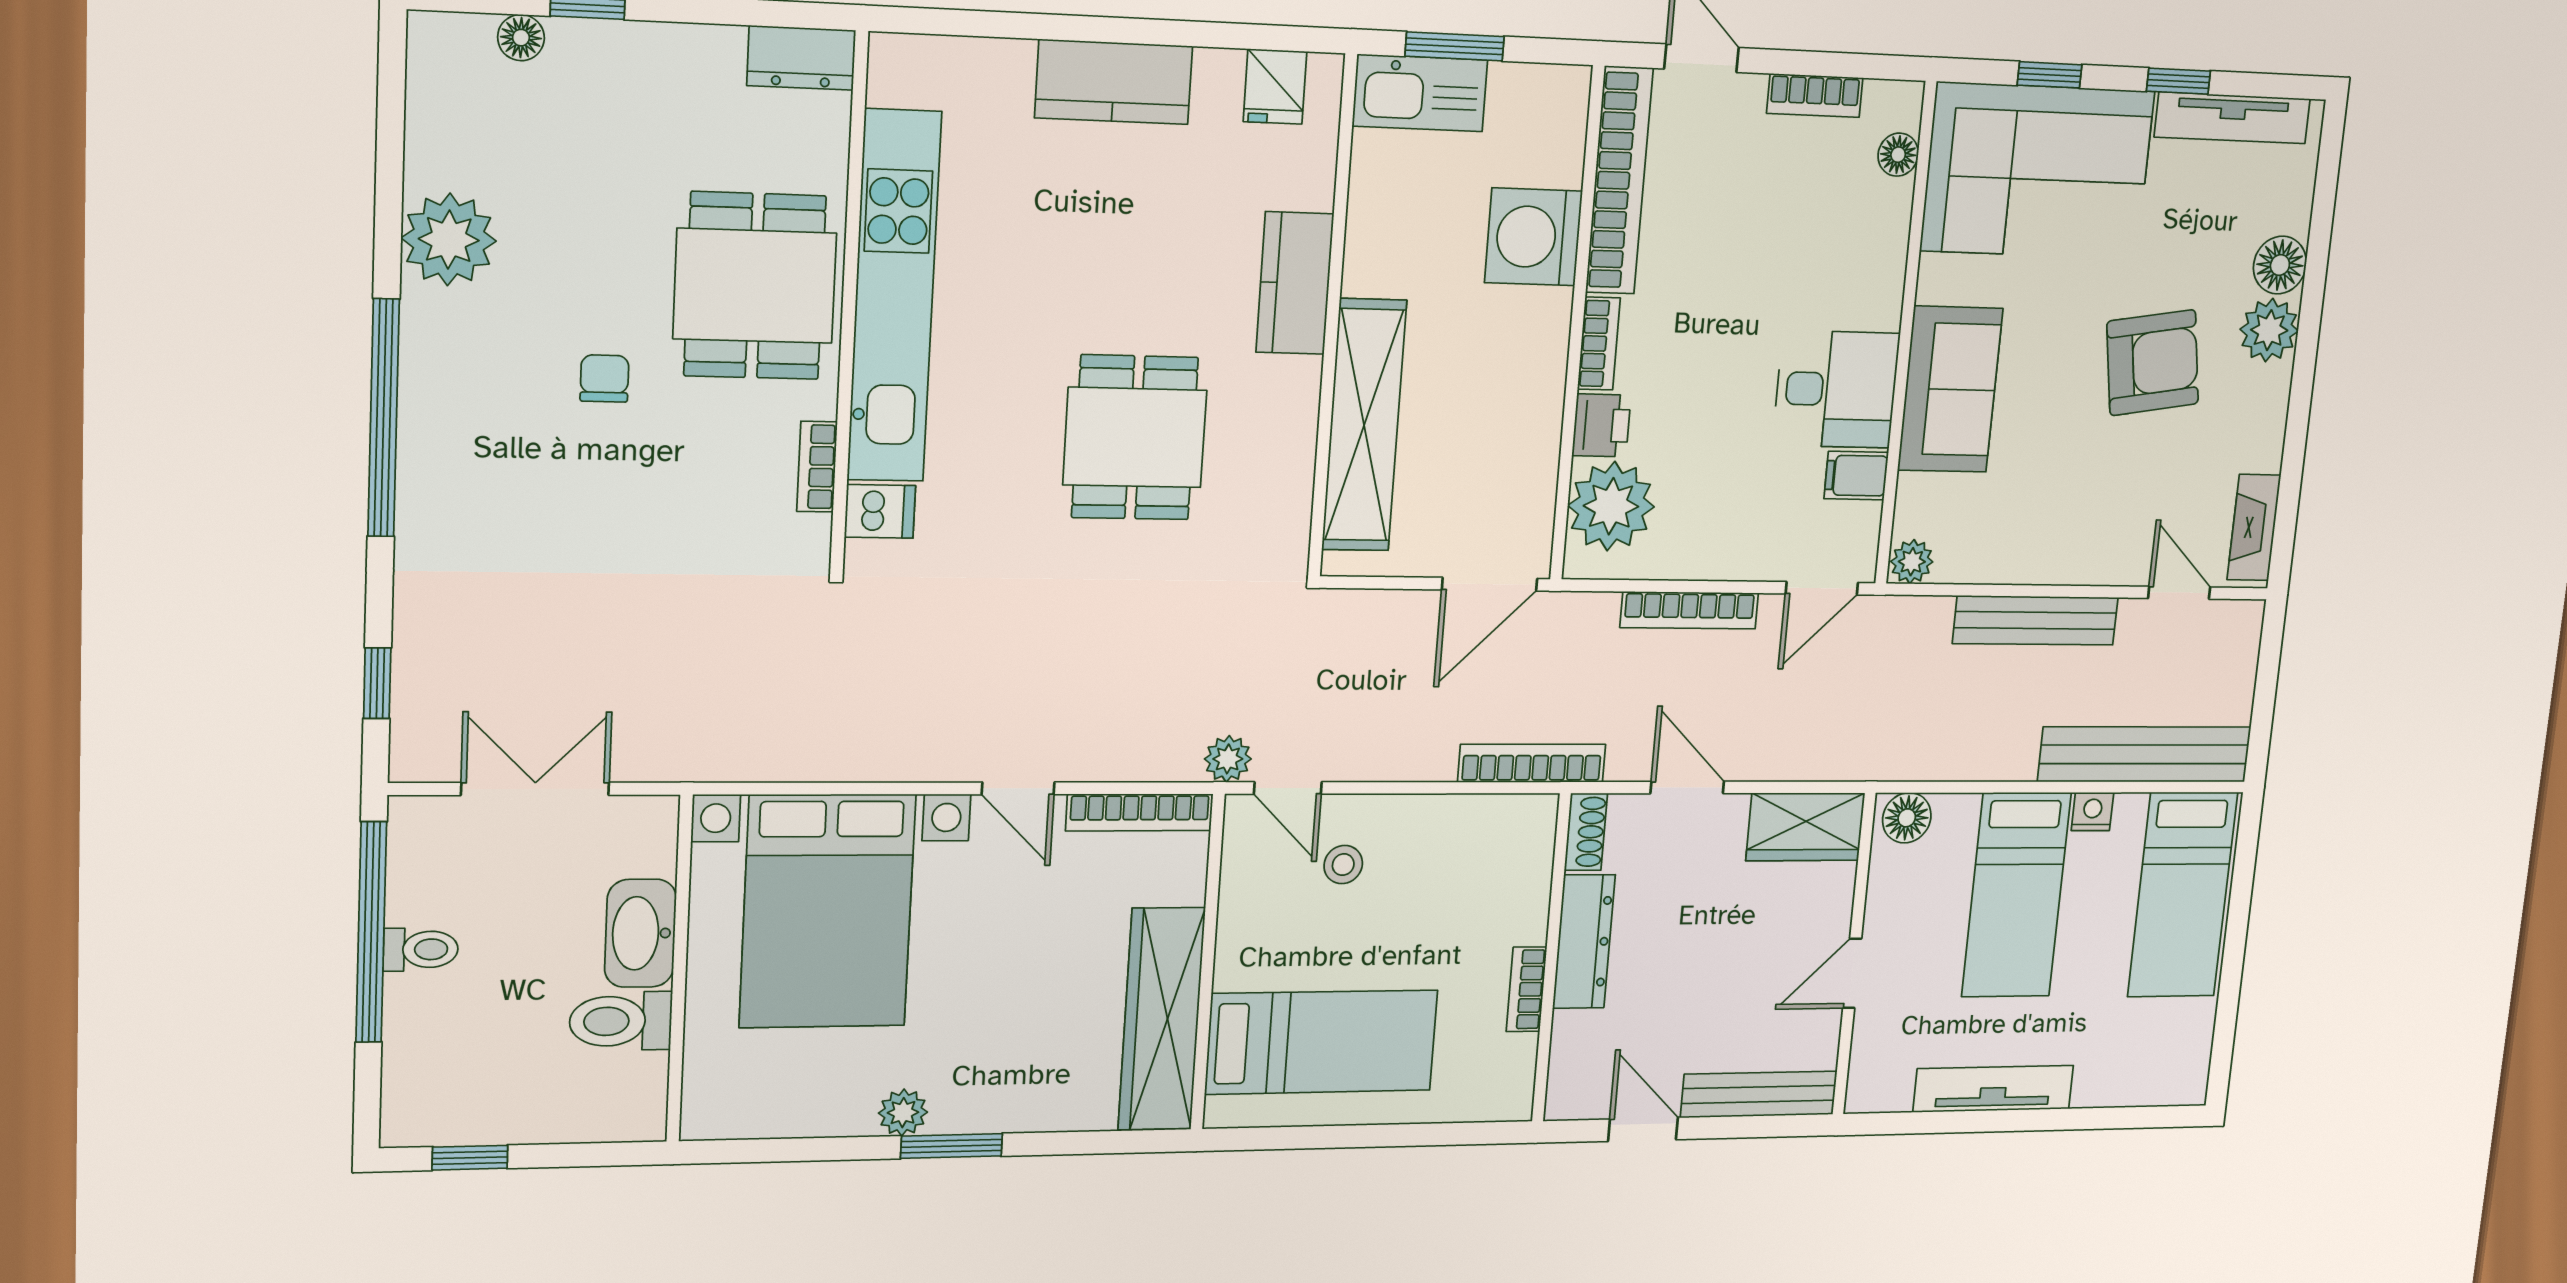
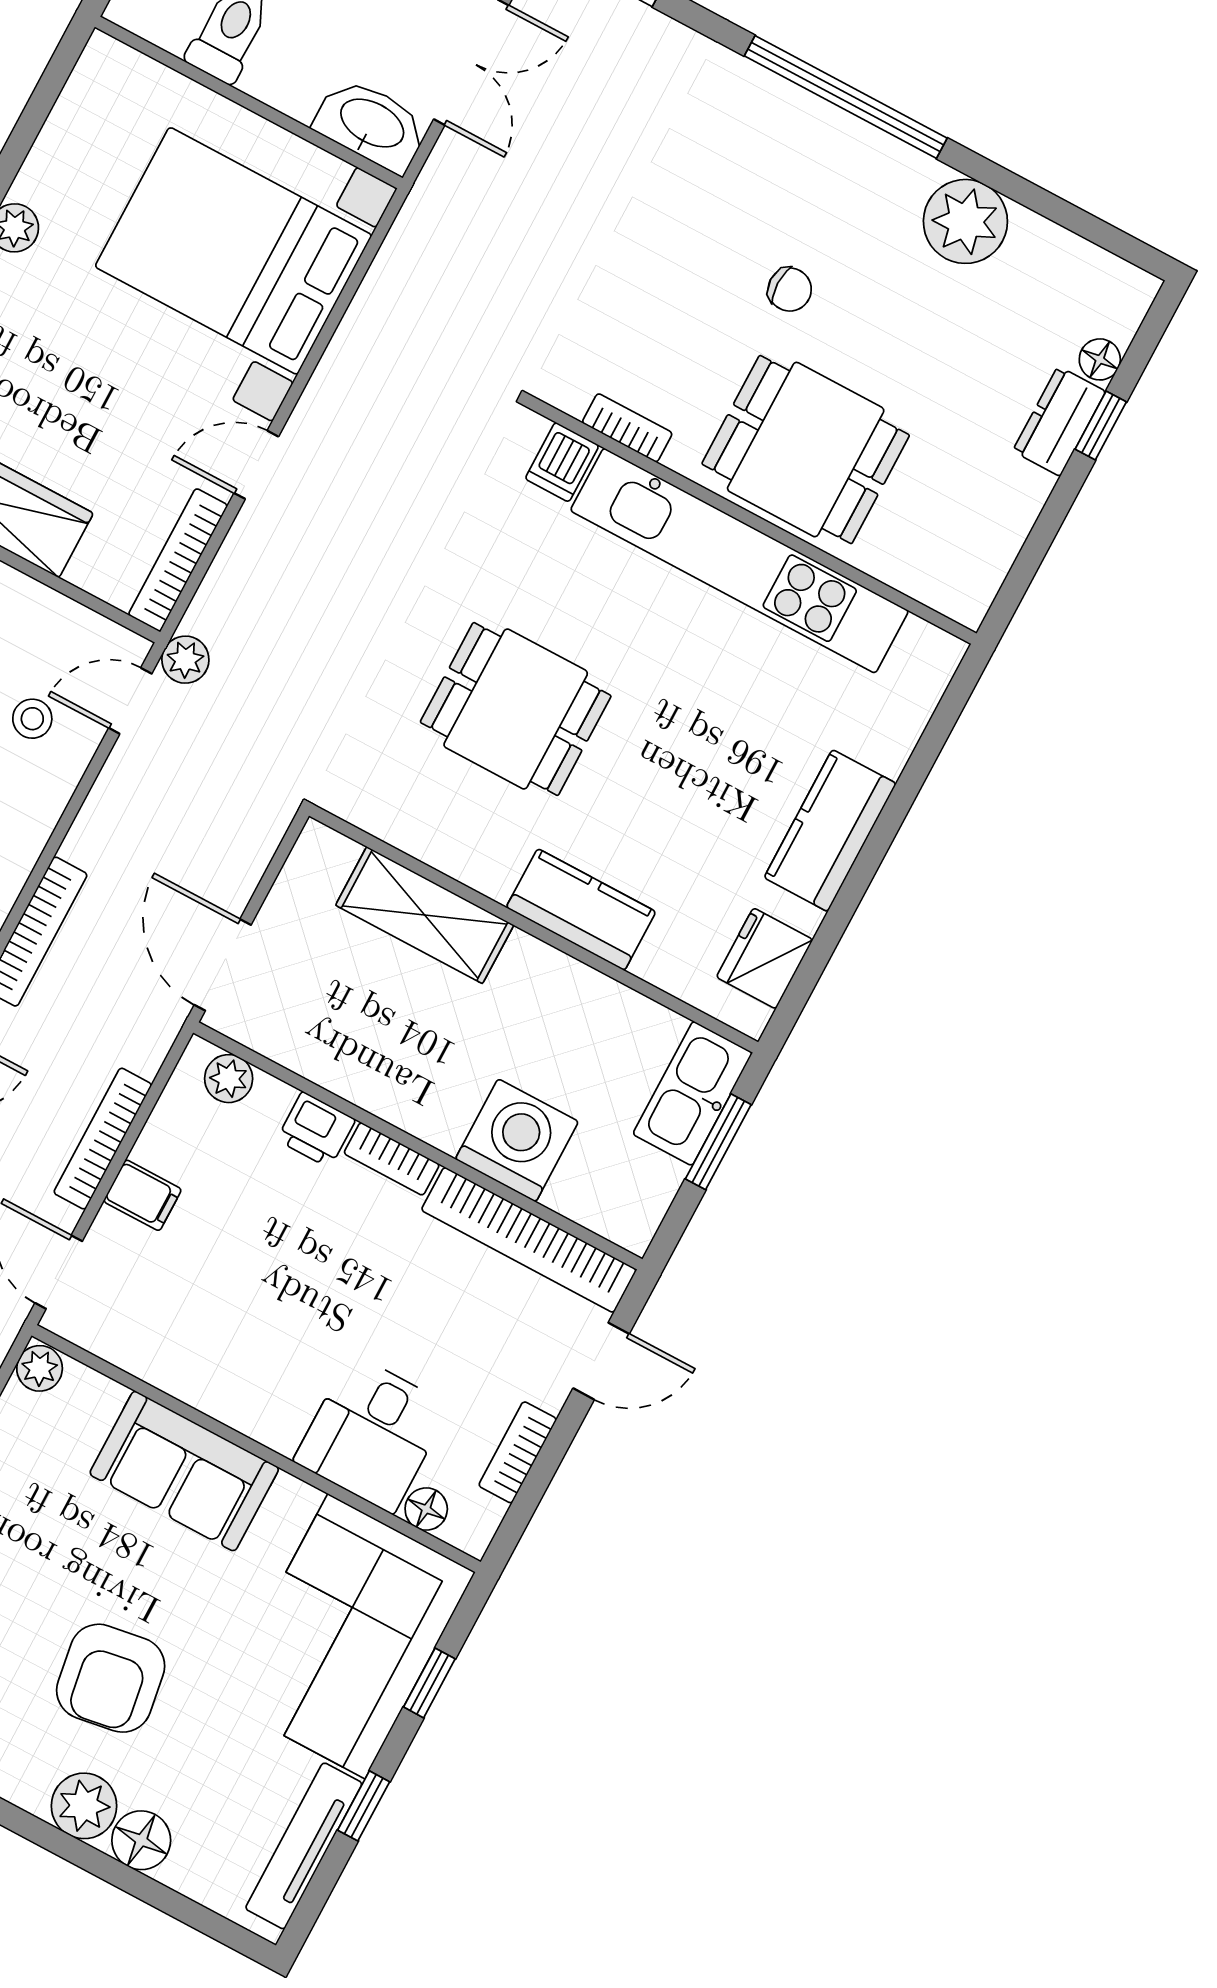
dresser: (801, 58) -> (1059, 421), moved
fridge: (1275, 87) -> (765, 958), width x1.38
desk: (1836, 389) -> (372, 1433), moved
shelving: (1364, 425) -> (425, 915), width x0.68
filing cabinet: (1856, 476) -> (142, 1195), moved, turned 90
plant: (1611, 506) -> (229, 1079), width x0.53, depth x0.53
washbasin: (640, 933) -> (371, 125), moved

